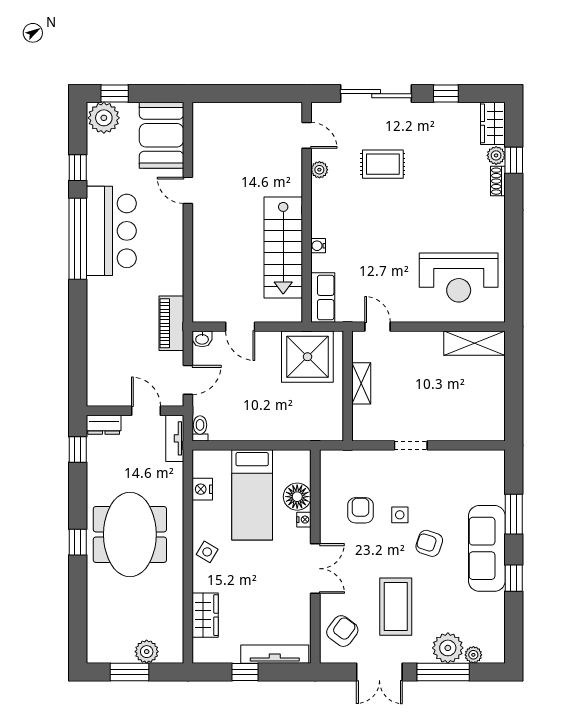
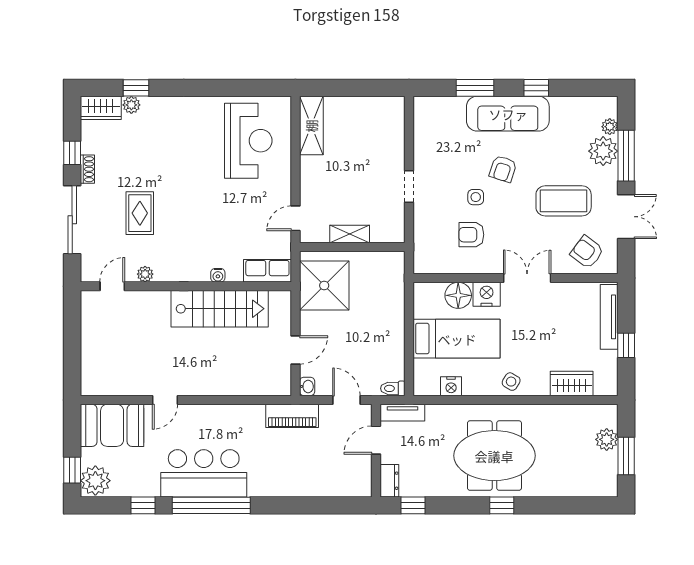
shoe rack: (498, 181) -> (87, 169), moved, turned -90
nightstand: (304, 520) -> (487, 294), width x1.89, depth x1.79

